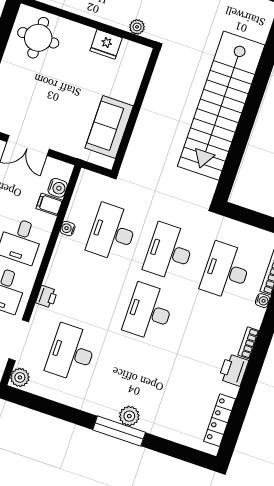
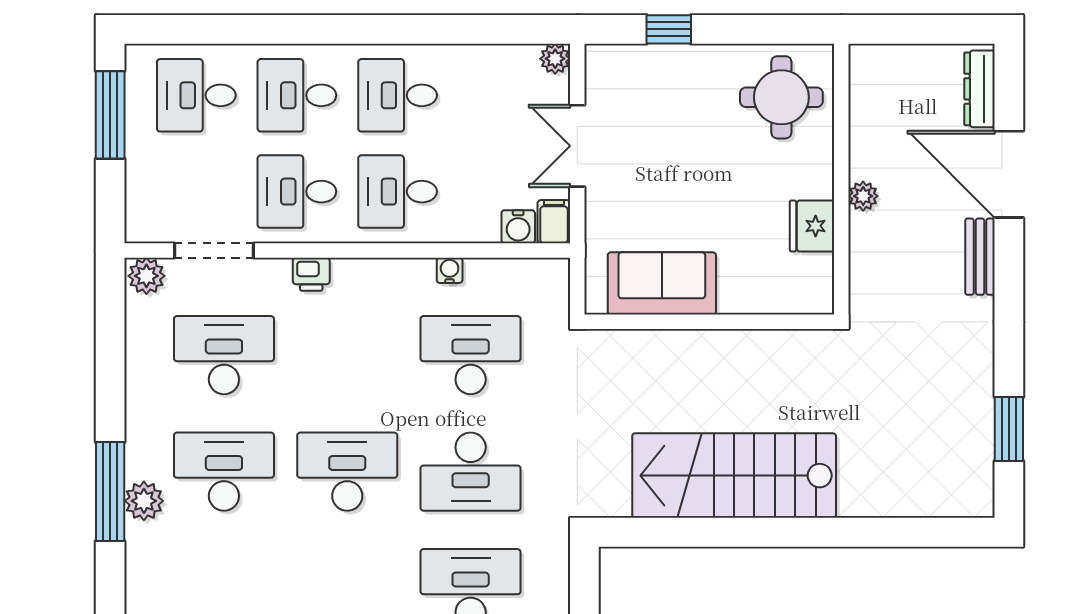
plant: (137, 27) -> (863, 196), moved
stairs: (221, 106) -> (734, 476), width x0.73
filing cabinet: (49, 204) -> (554, 222), moved
desk: (169, 252) -> (471, 472), turned 180
desk: (128, 372) -> (224, 472), added

